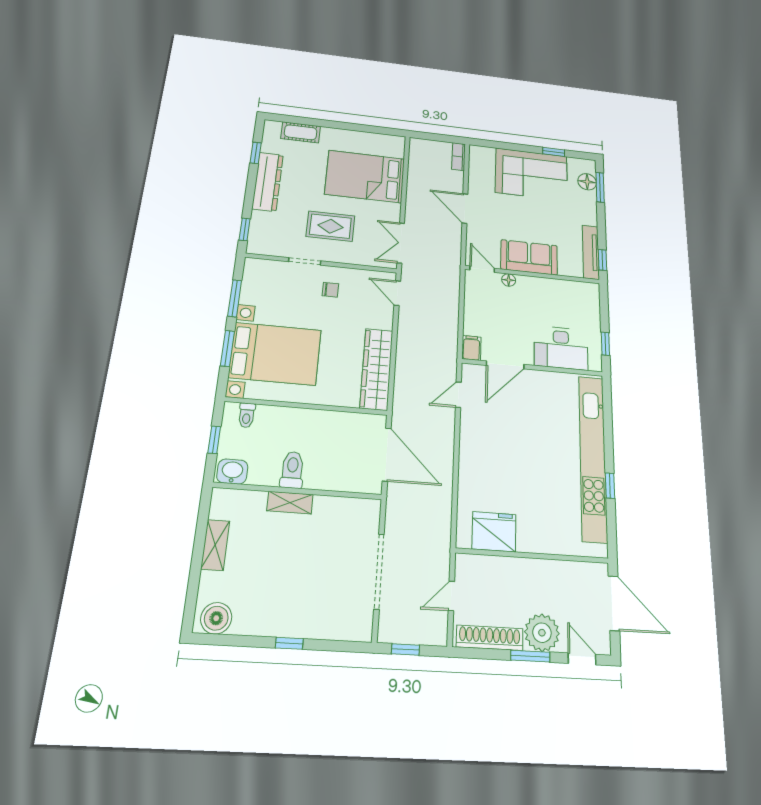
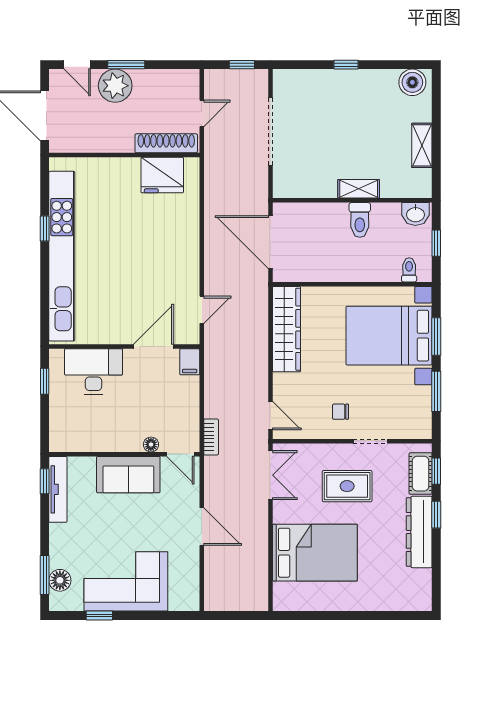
cot: (301, 132) -> (421, 474), moved, turned 90
window: (256, 153) -> (436, 515), moved
bookcase: (459, 157) -> (211, 437), moved
shoe rack: (490, 638) -> (166, 143), moved, turned 180

